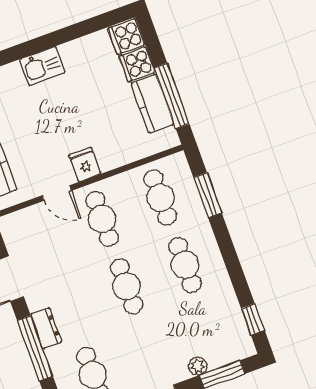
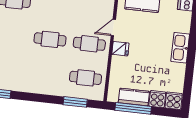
kitchen sink: (42, 66) -> (180, 48), width x1.38
cafe table: (185, 265) -> (46, 73), removed

